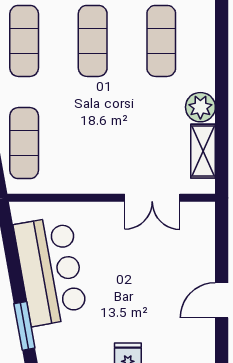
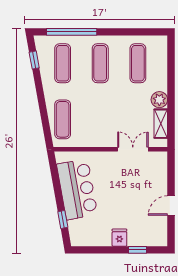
double door: (152, 198) -> (133, 149), swing flipped
window: (24, 326) -> (63, 220), width x0.67

